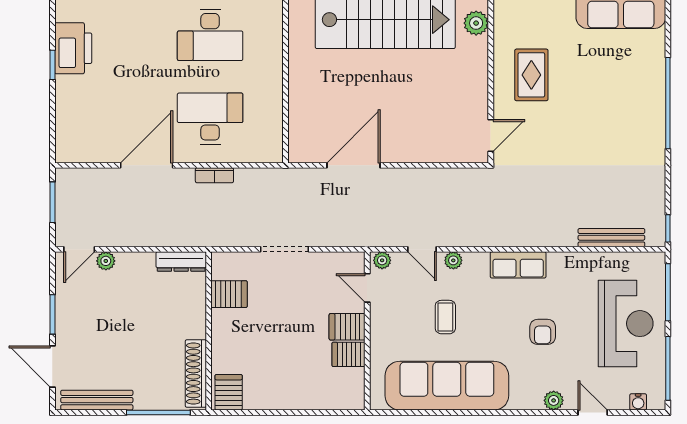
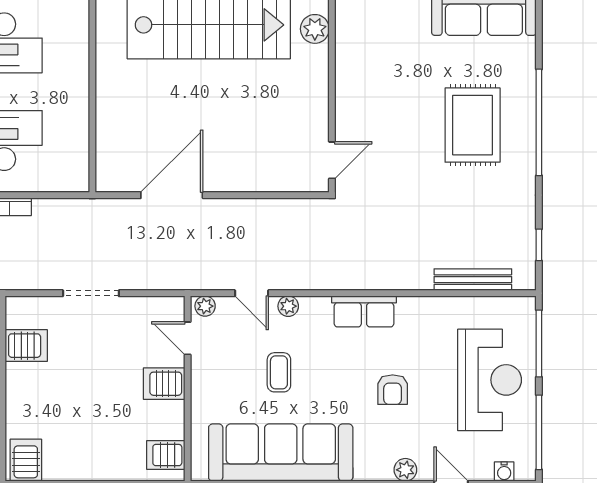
rug: (531, 75) -> (473, 125), moved, width x1.36, depth x1.43
window: (668, 228) -> (539, 245), moved
server rack: (348, 354) -> (166, 455), moved

